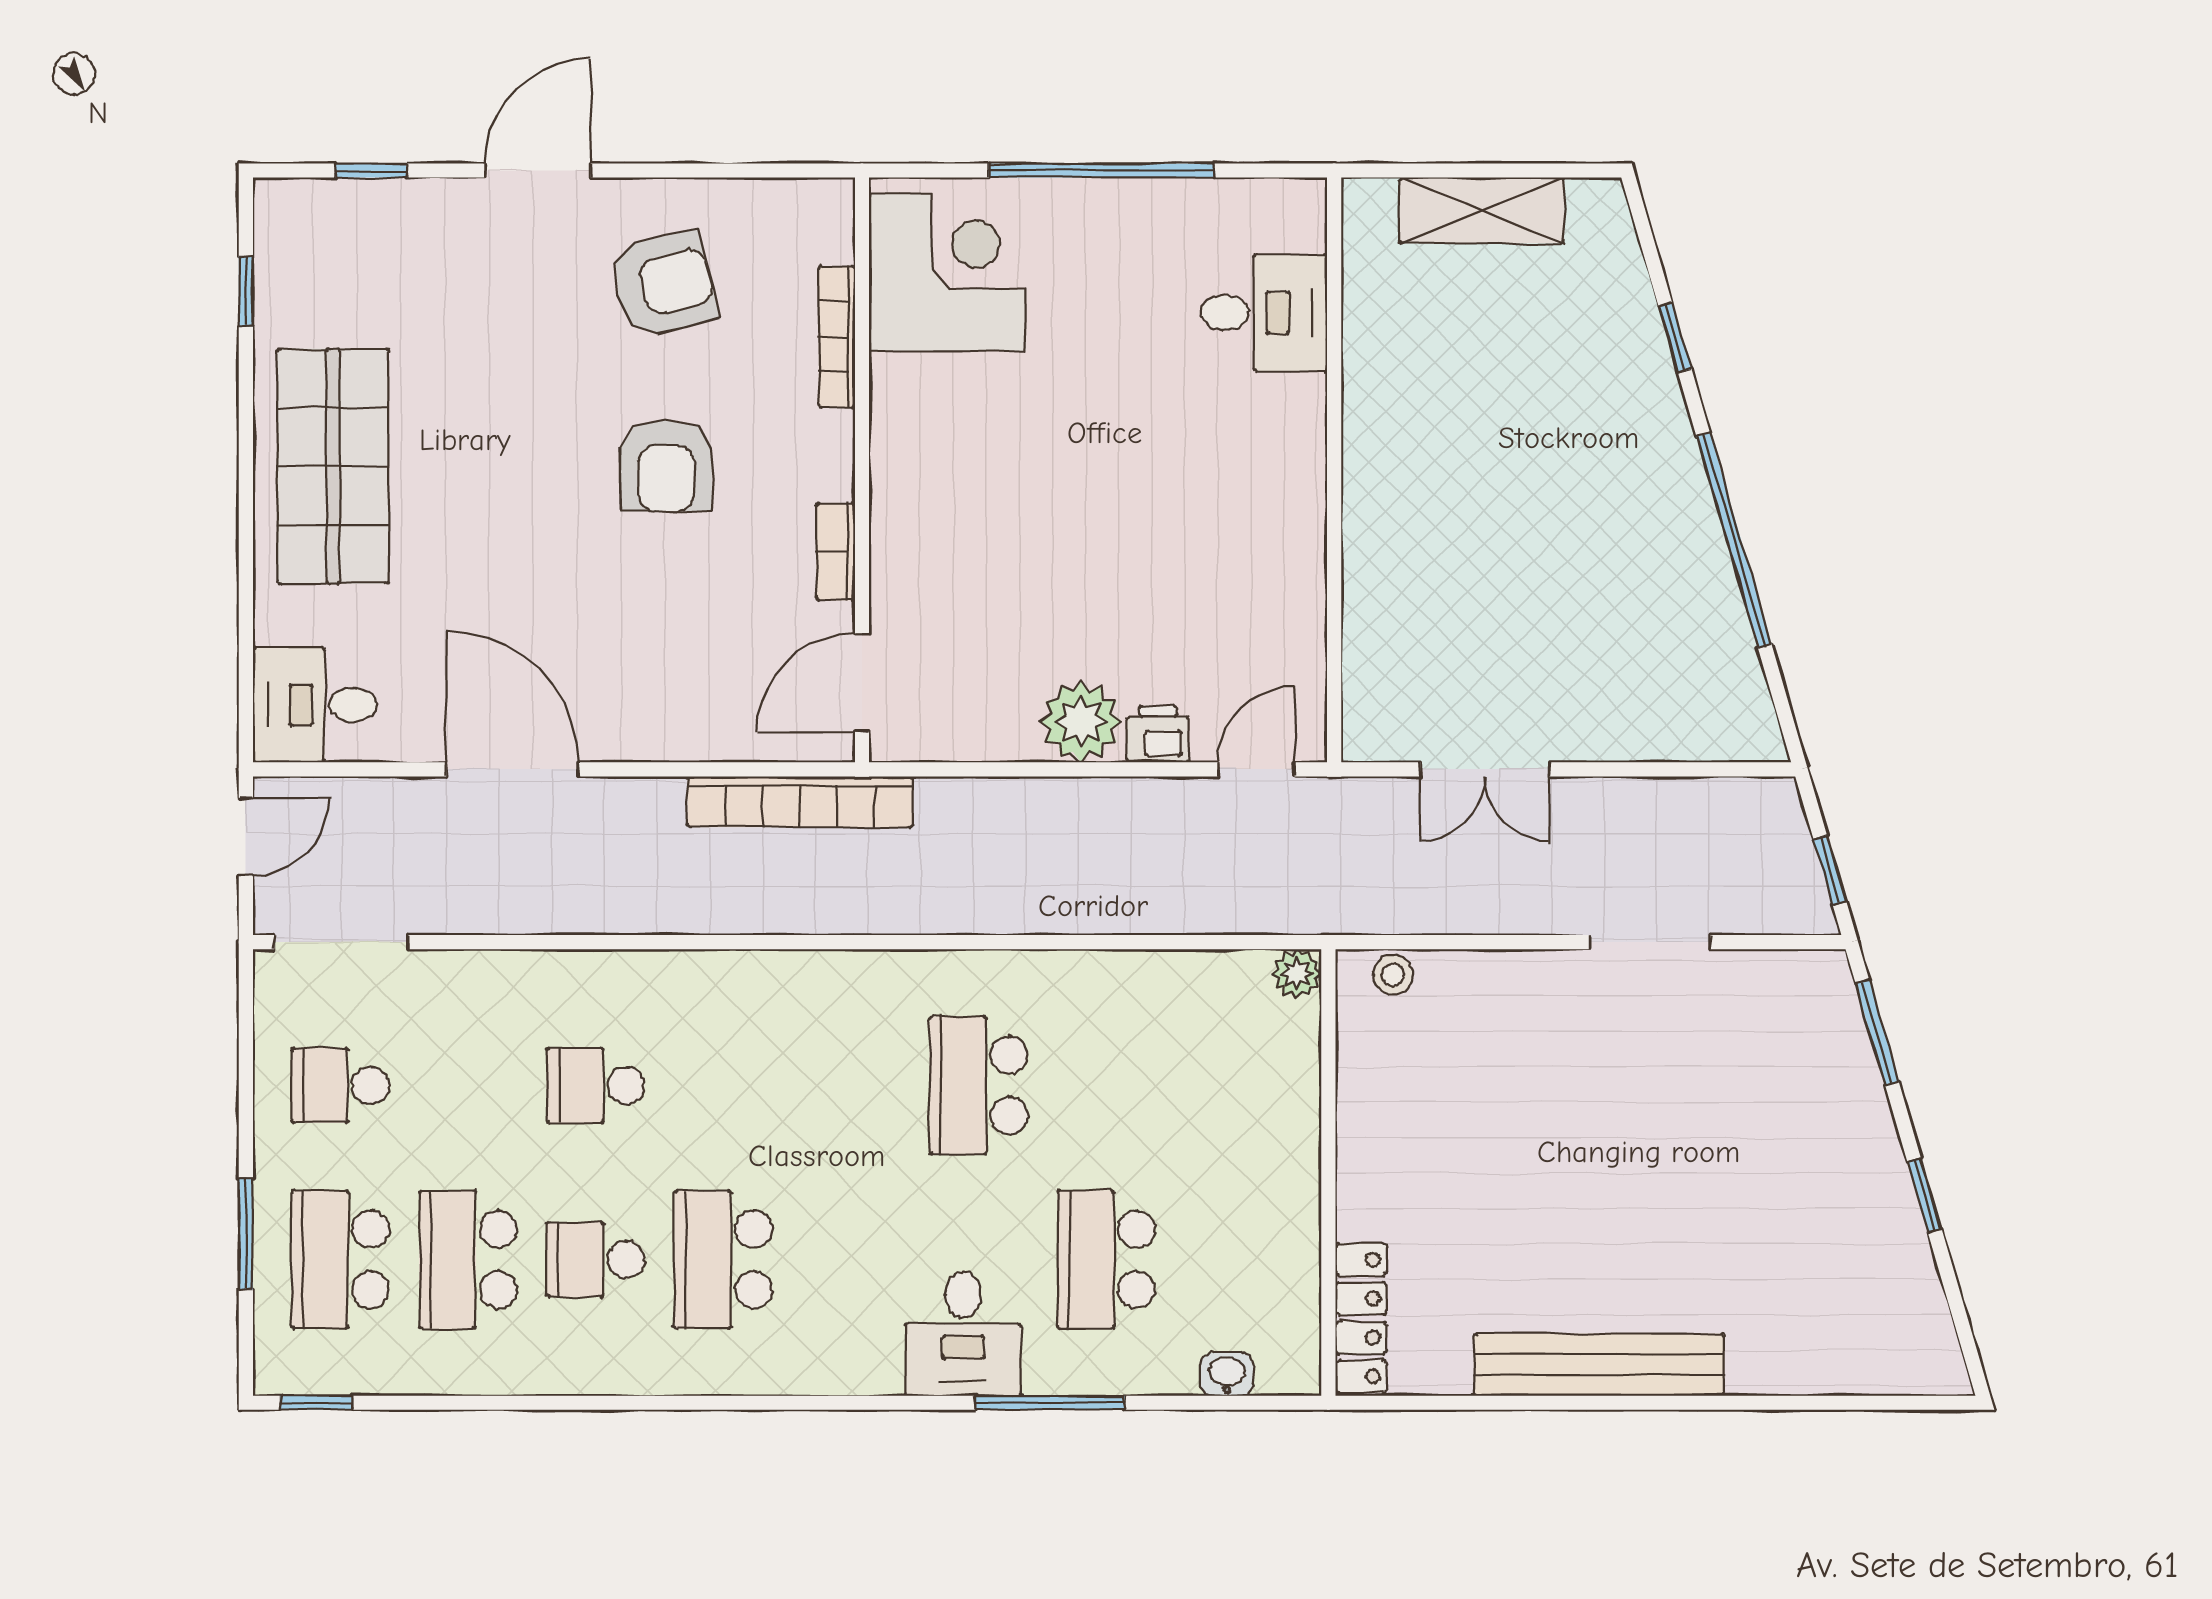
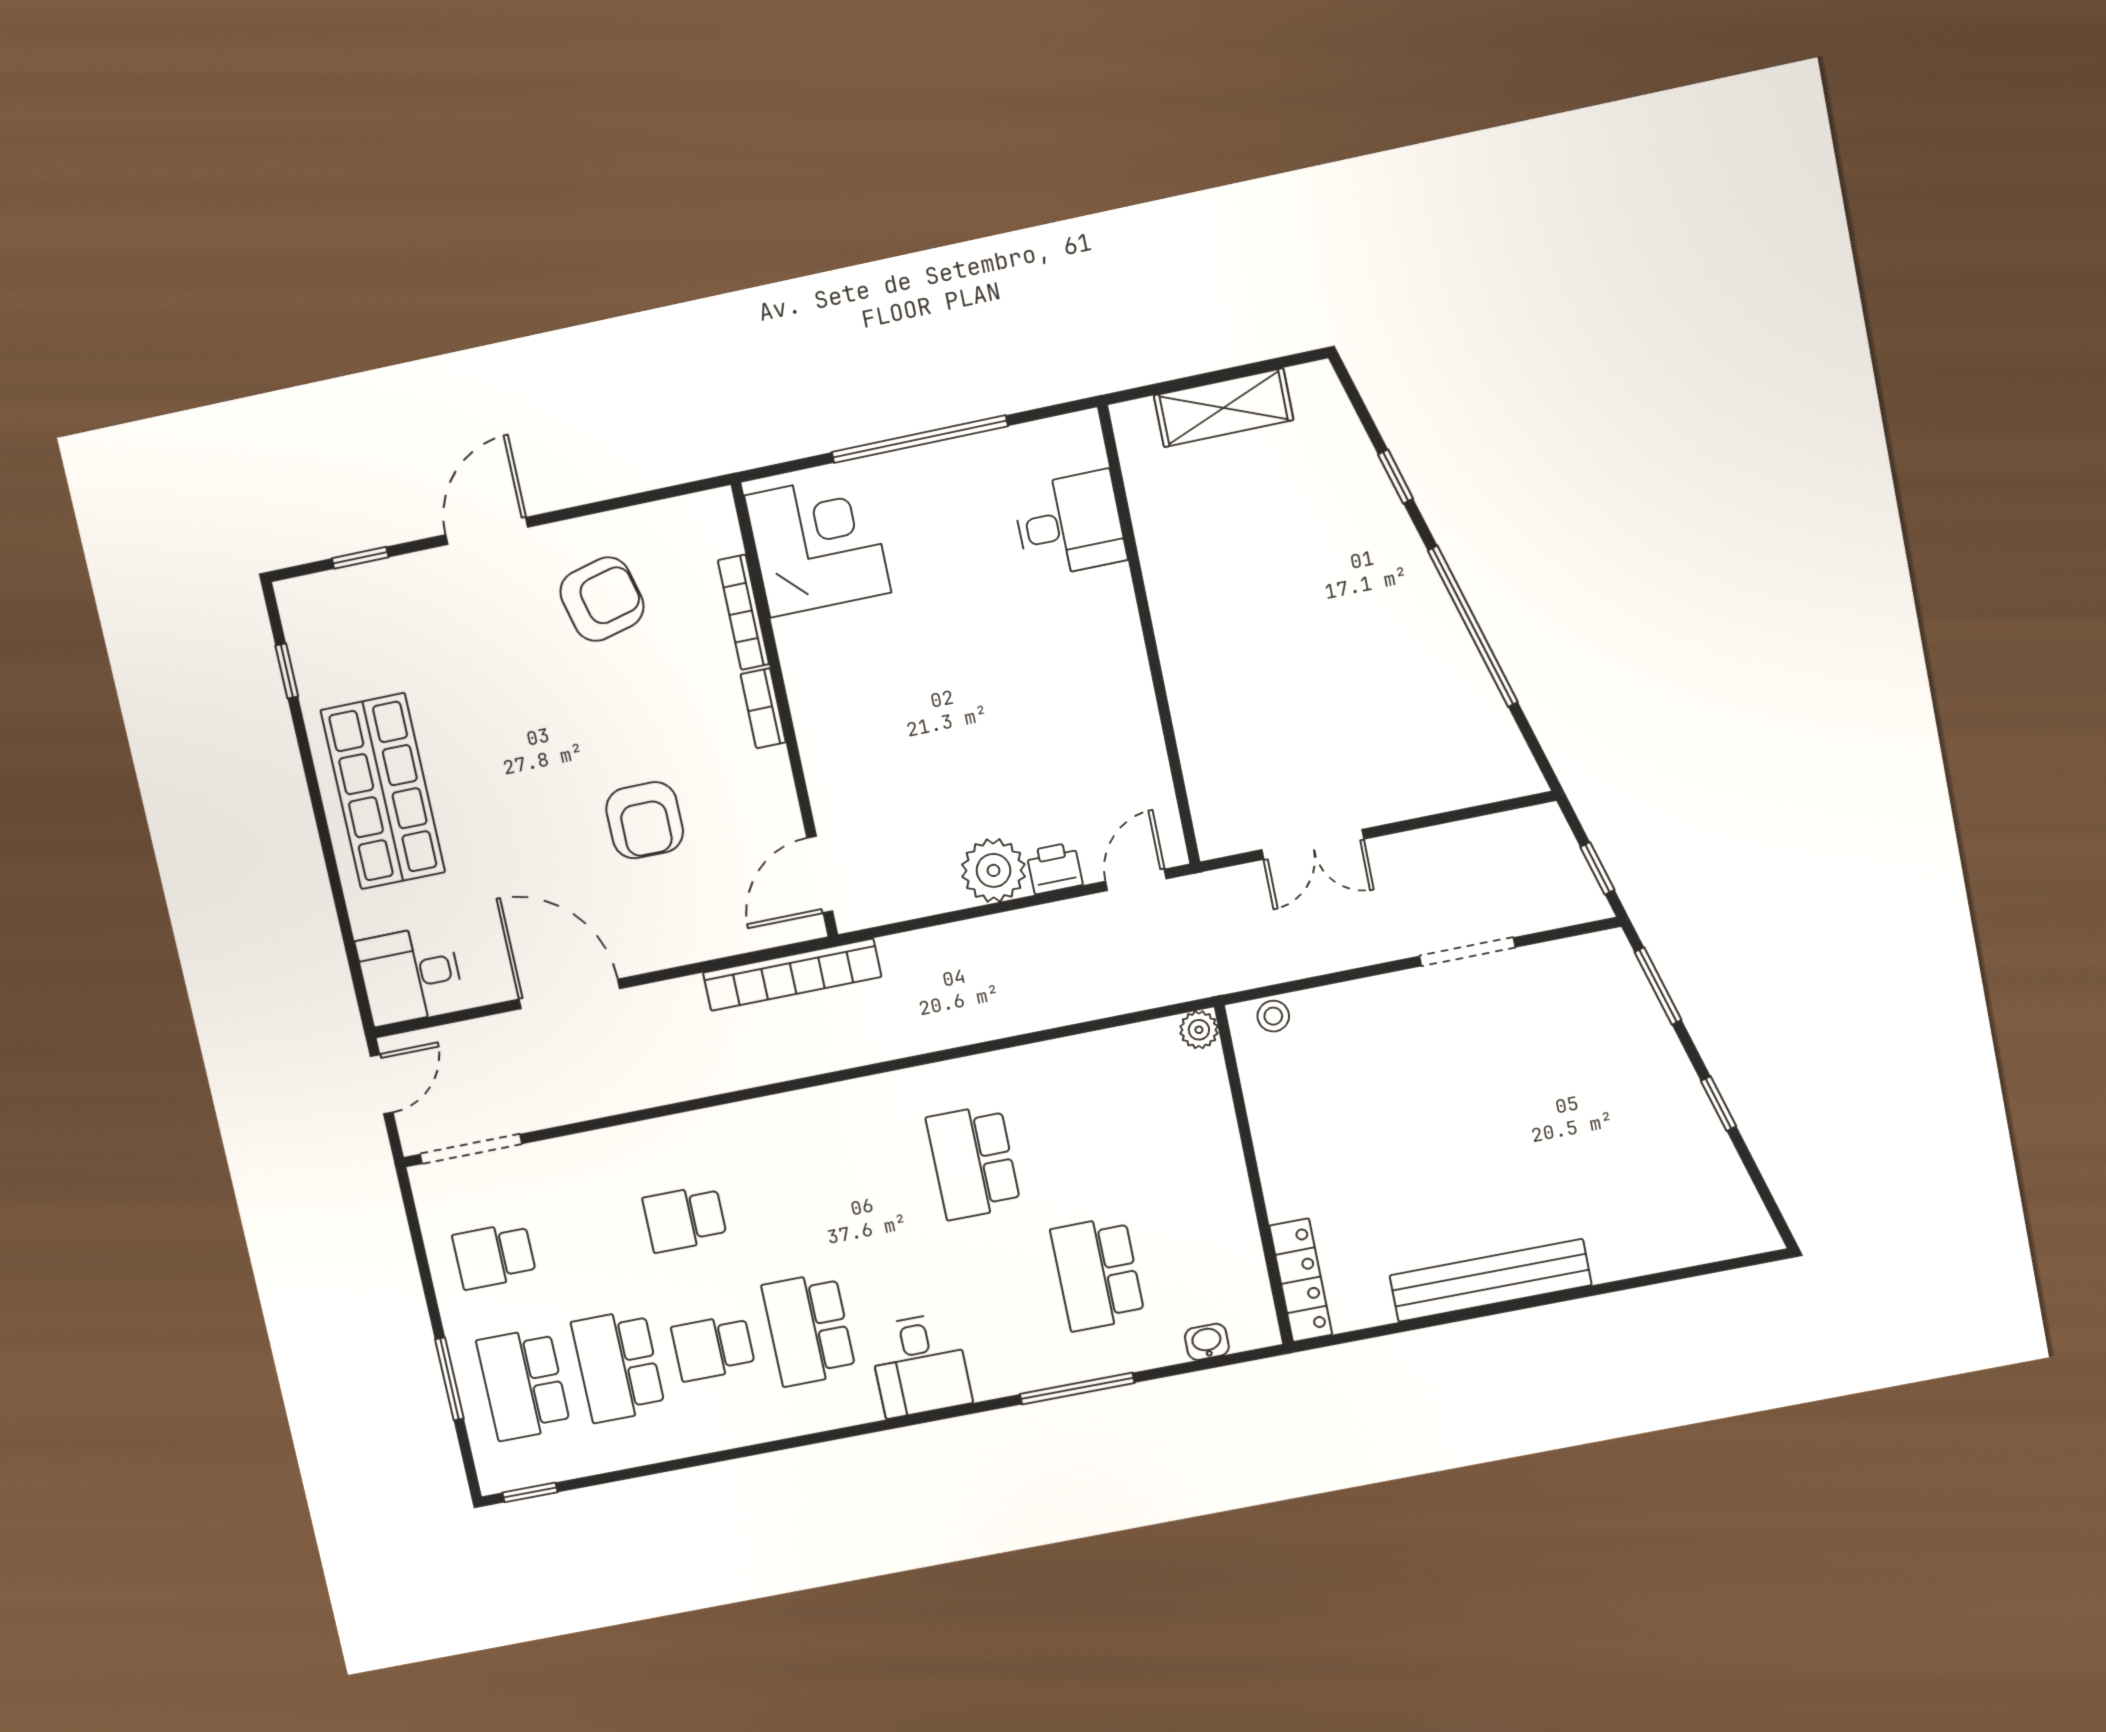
armchair: (666, 466) -> (645, 820), moved
bookcase: (836, 552) -> (763, 708), moved
desk: (963, 1333) -> (920, 1365), moved

